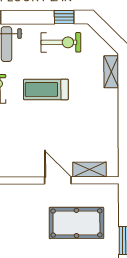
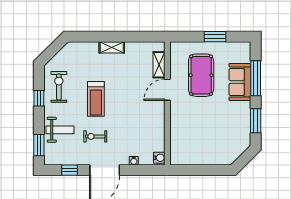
window: (64, 17) -> (39, 98), moved
shelving: (111, 72) -> (112, 47), moved

